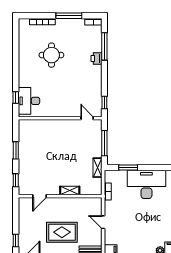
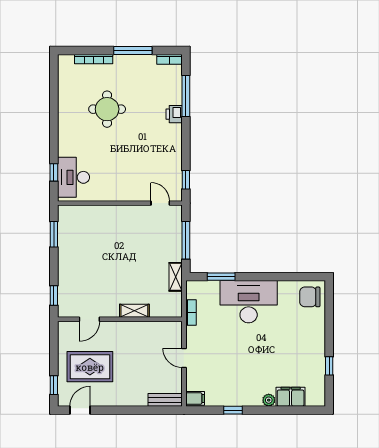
window: (16, 150) -> (54, 234), moved
rug: (62, 232) -> (90, 367), moved

